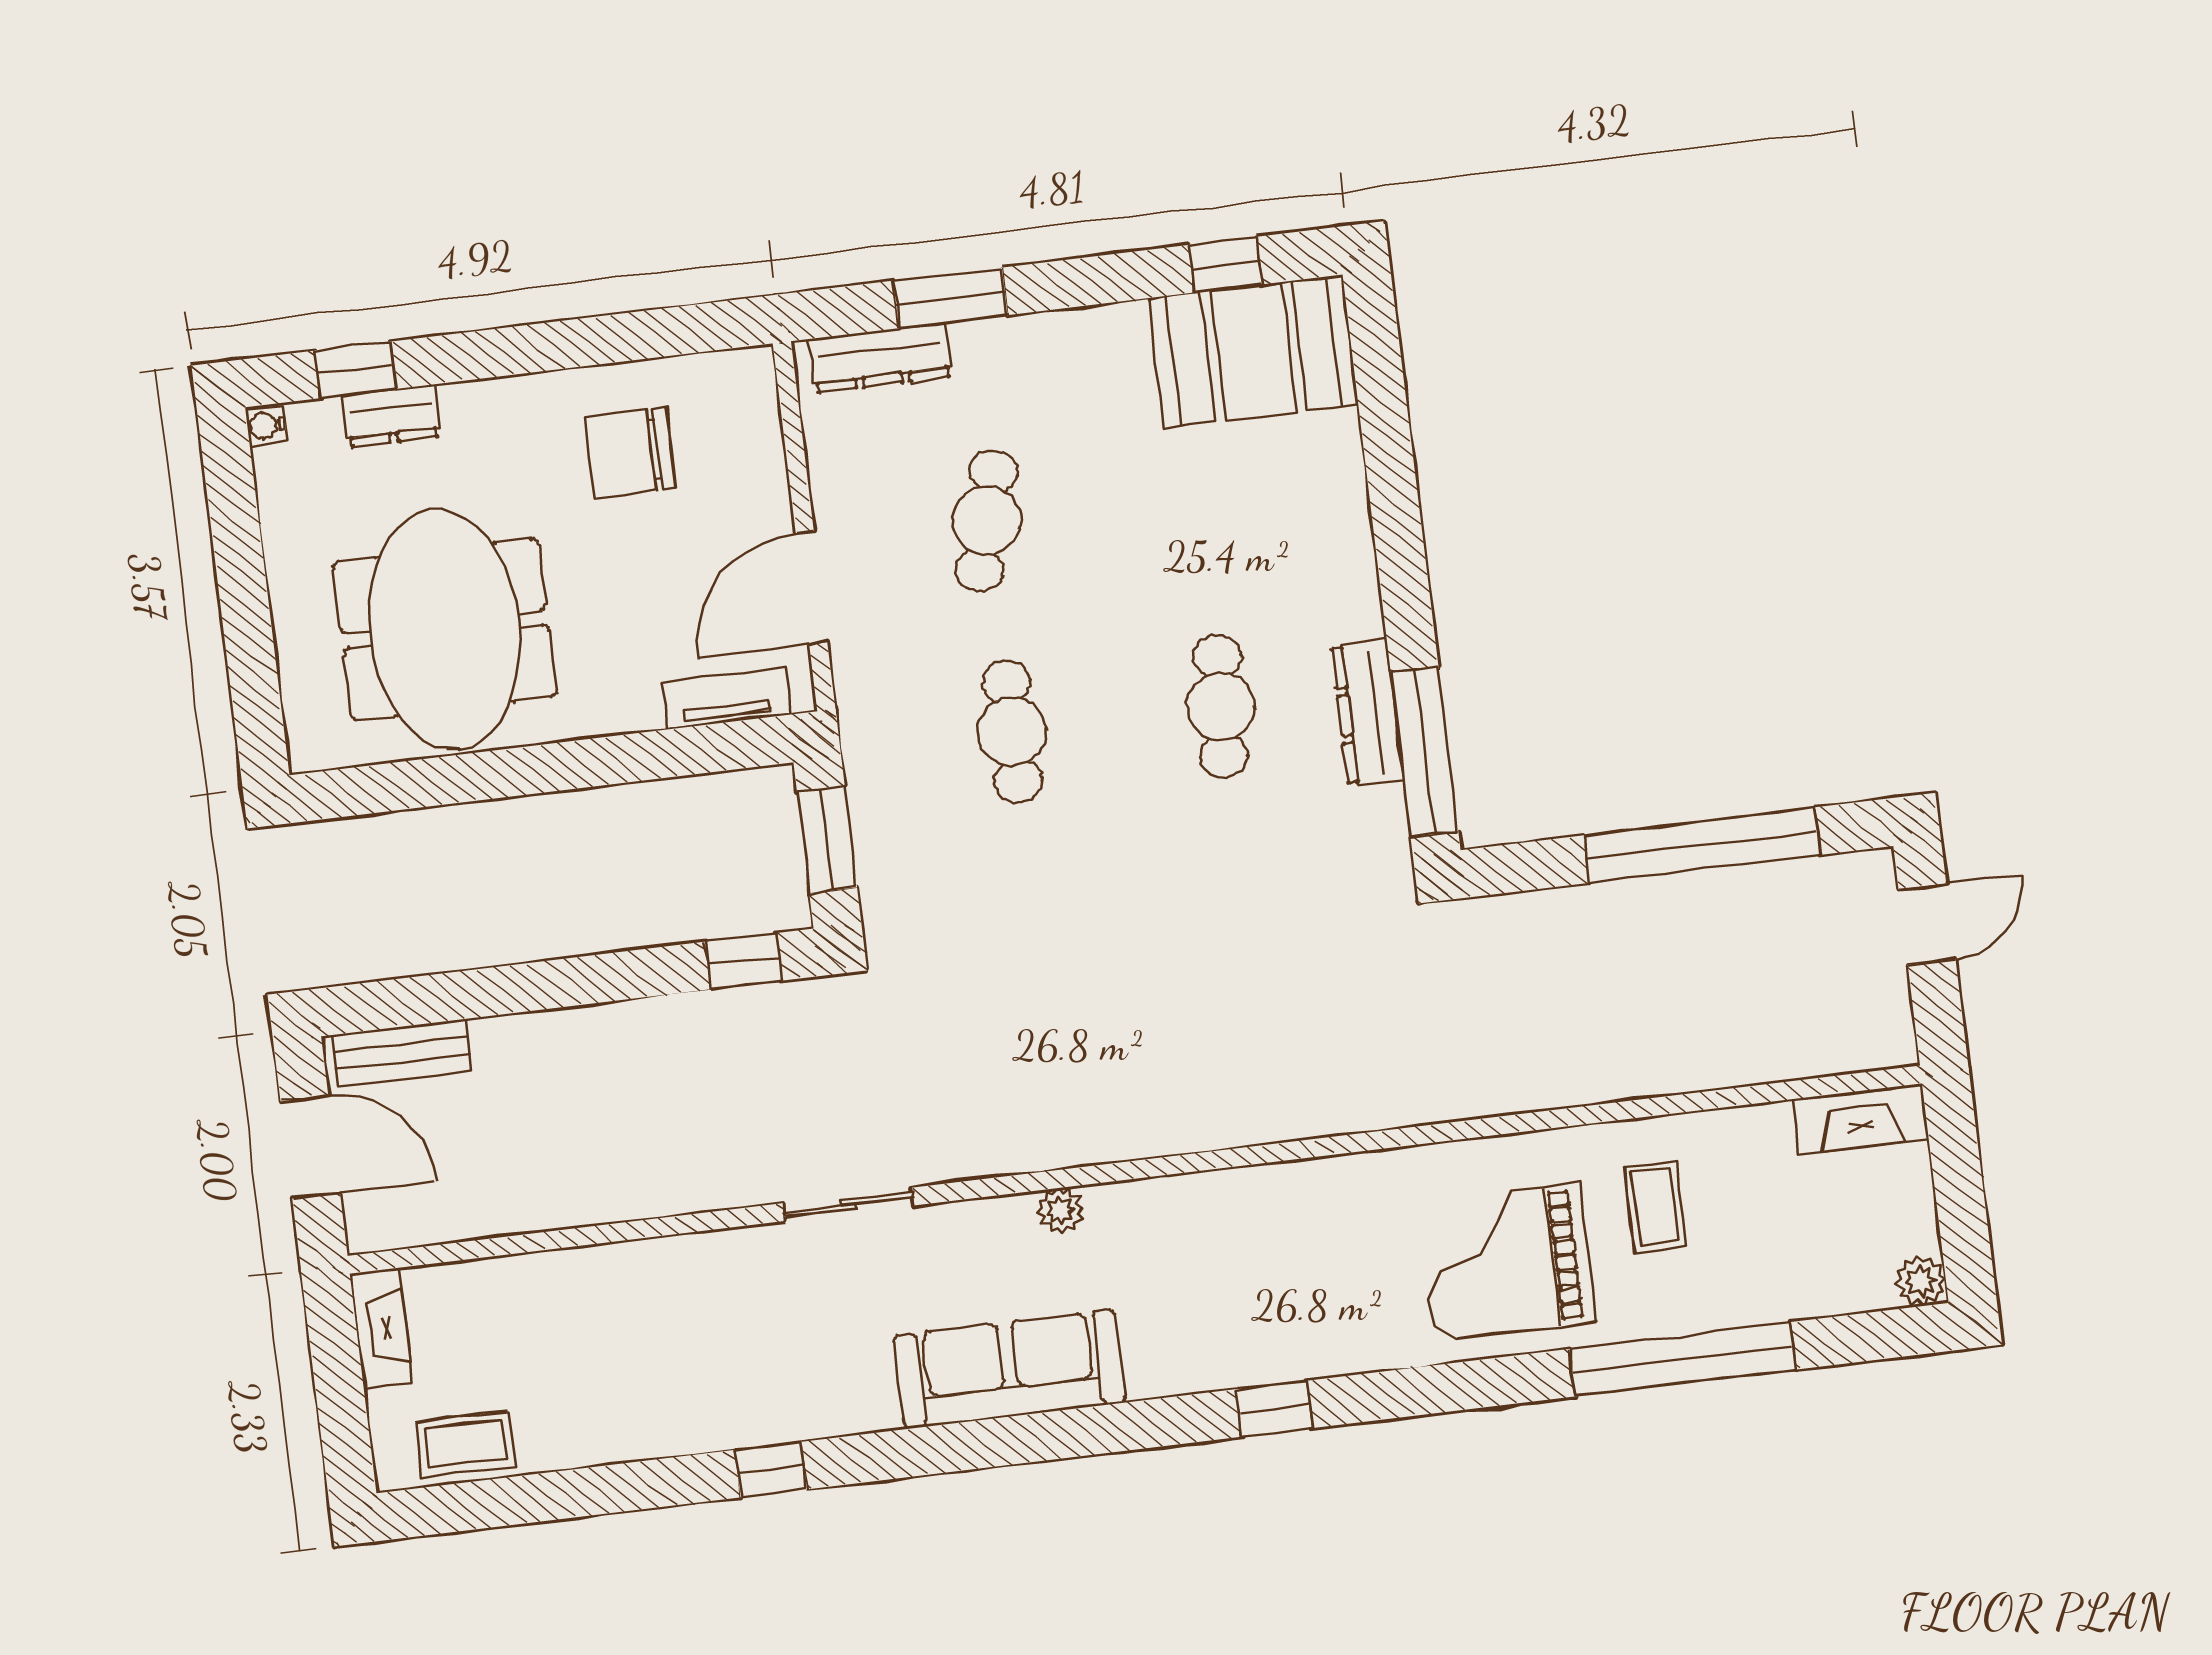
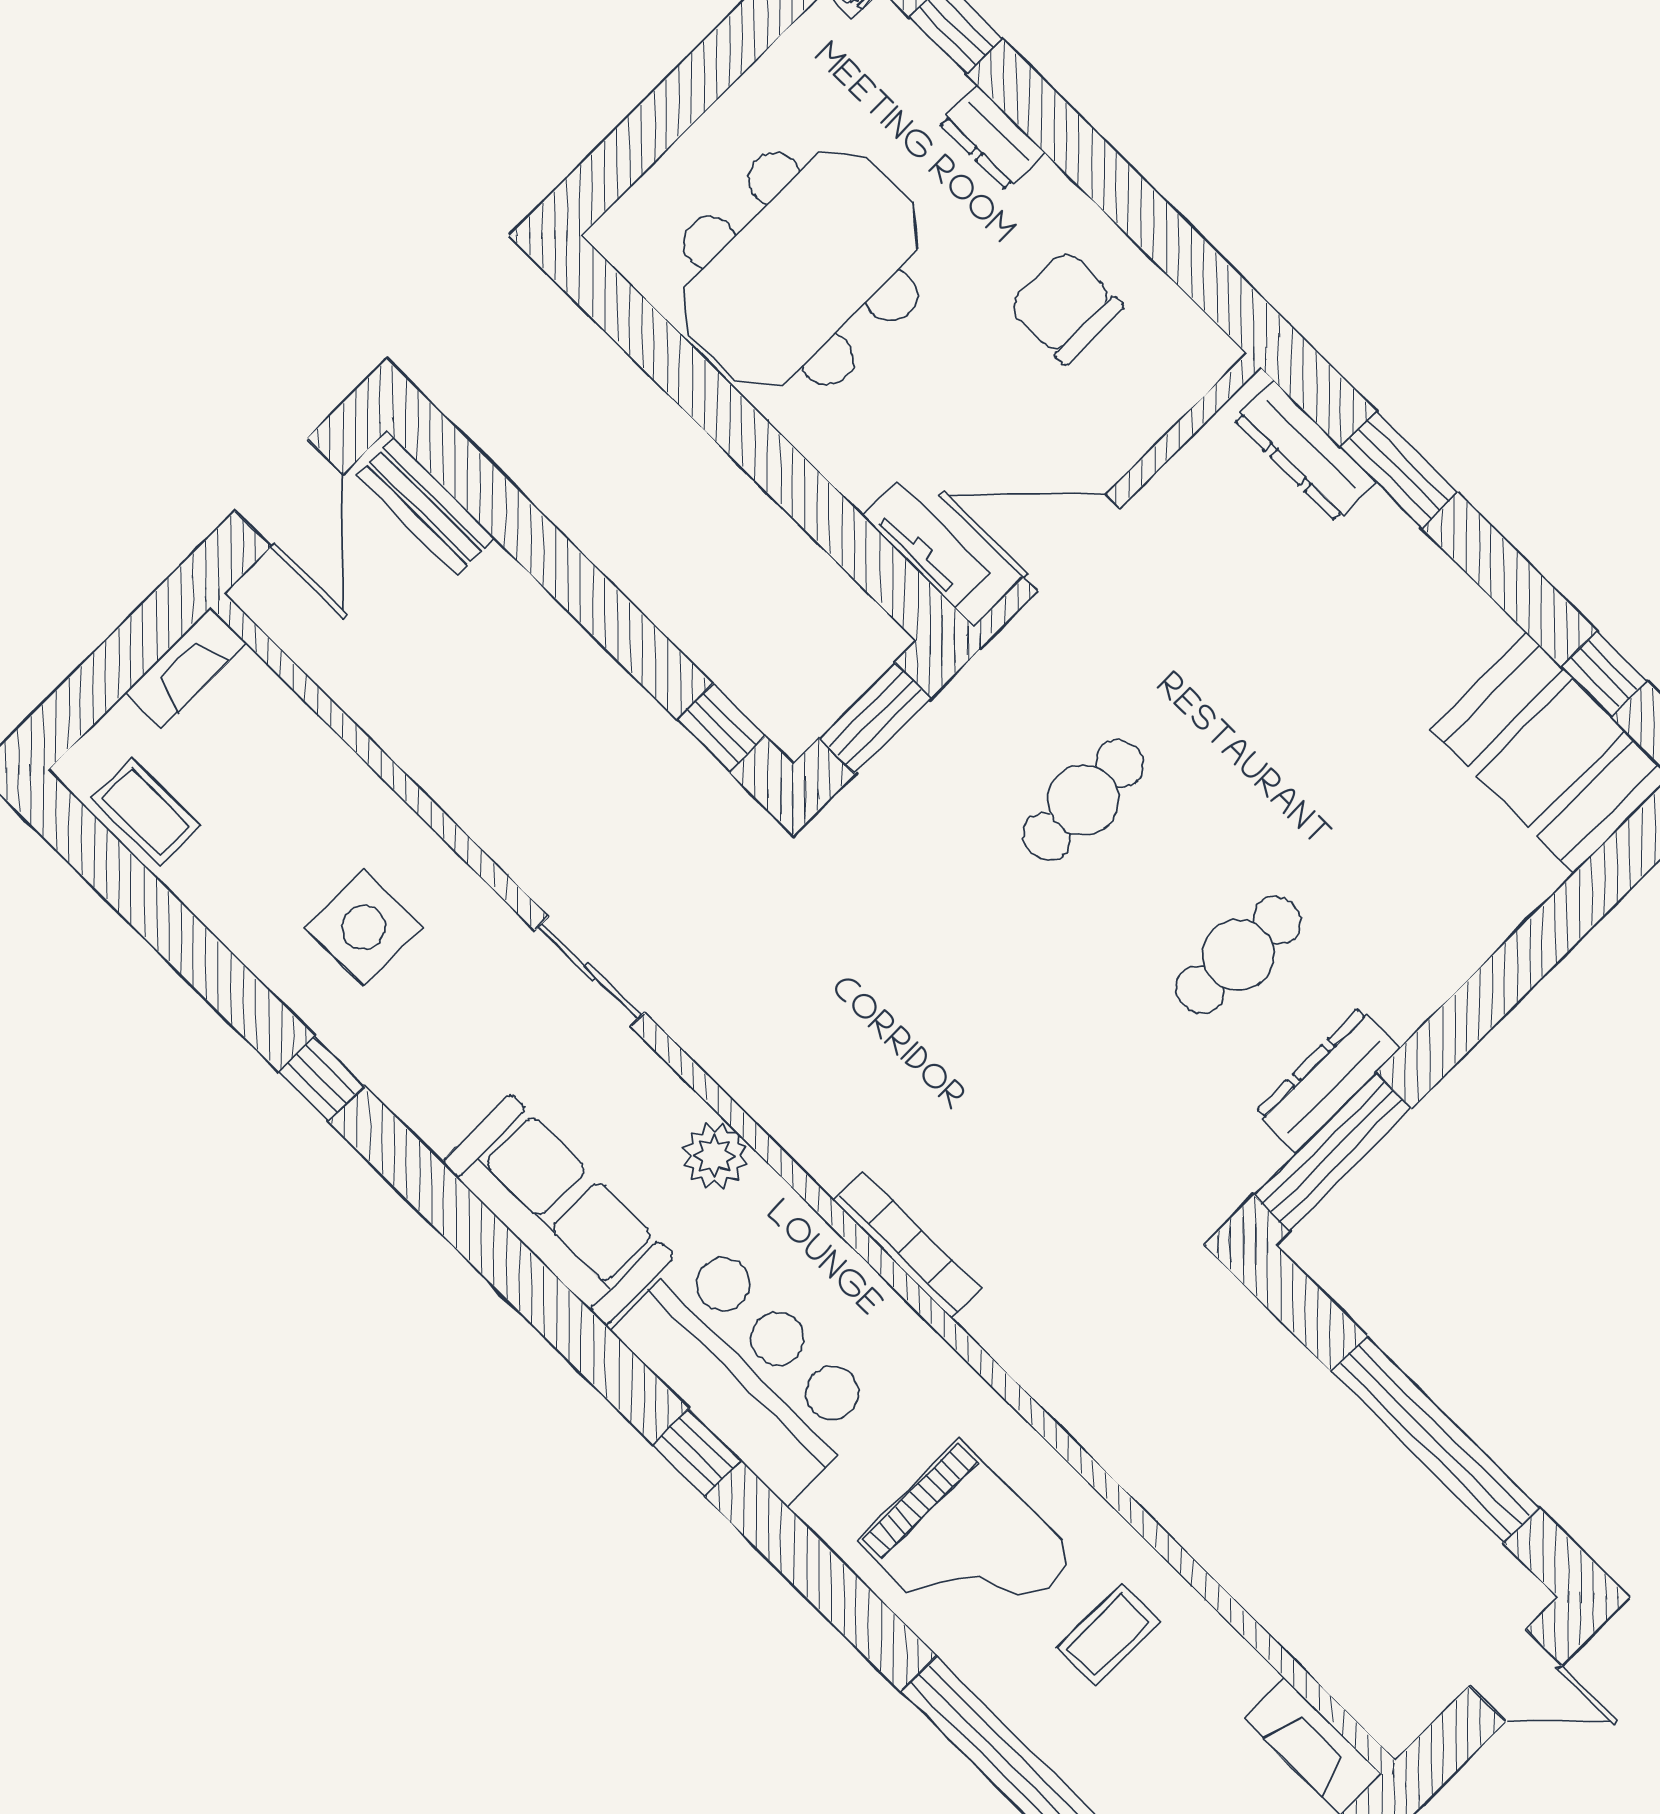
dresser: (391, 416) -> (992, 138), moved
cafe table: (987, 521) -> (1240, 643), removed
bookcase: (1243, 1127) -> (907, 1245), added
plant: (1060, 1211) -> (715, 1156), width x1.38, depth x1.38
grand piano: (1507, 1262) -> (967, 1549), turned 180
bar counter: (1241, 1321) -> (747, 1369), added
side table: (682, 1348) -> (364, 927), added

